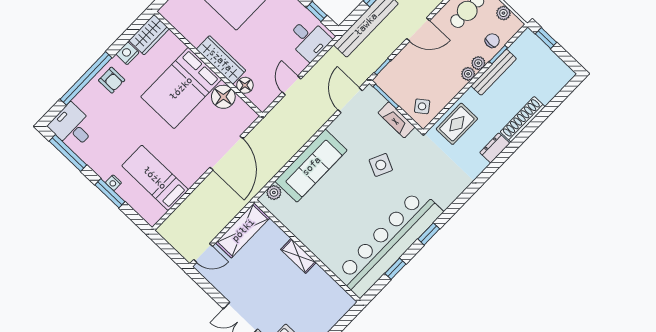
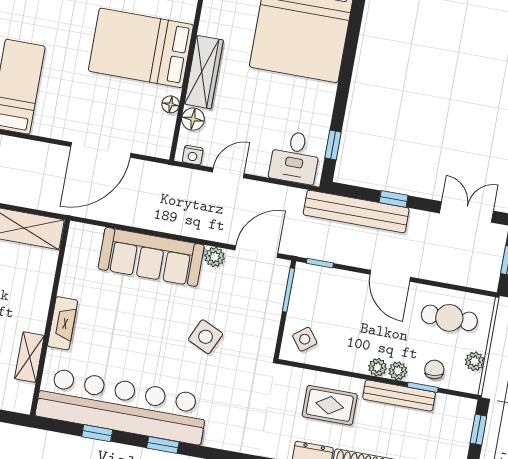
chair: (492, 41) -> (434, 370), turned -98
floor lamp: (223, 97) -> (171, 104), width x0.53, depth x0.53
nightstand: (266, 100) -> (193, 155), added
fireplace: (396, 120) -> (63, 323), moved, turned 180
rug: (457, 124) -> (330, 405), moved
plant: (274, 192) -> (215, 257), moved
shelving: (298, 256) -> (29, 357), moved

